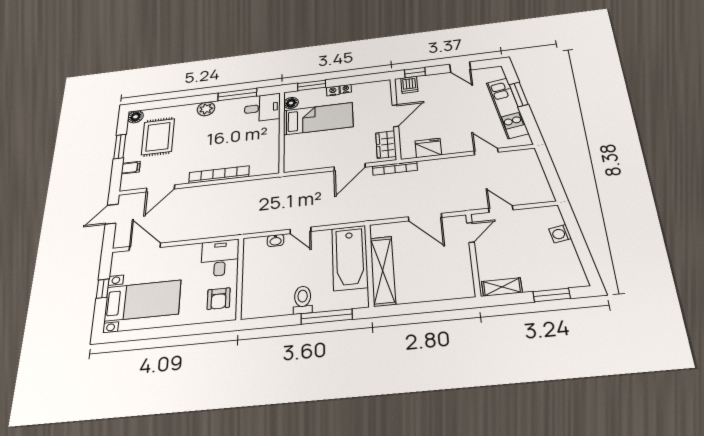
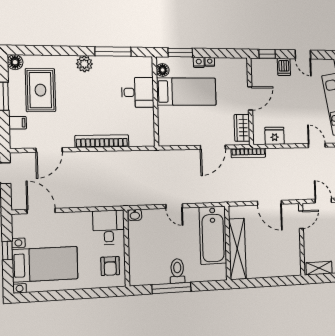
dishwasher: (409, 85) -> (284, 67), moved
desk: (262, 108) -> (138, 92), moved
washbasin: (276, 240) -> (135, 215), moved
window: (327, 317) -> (172, 288), moved

